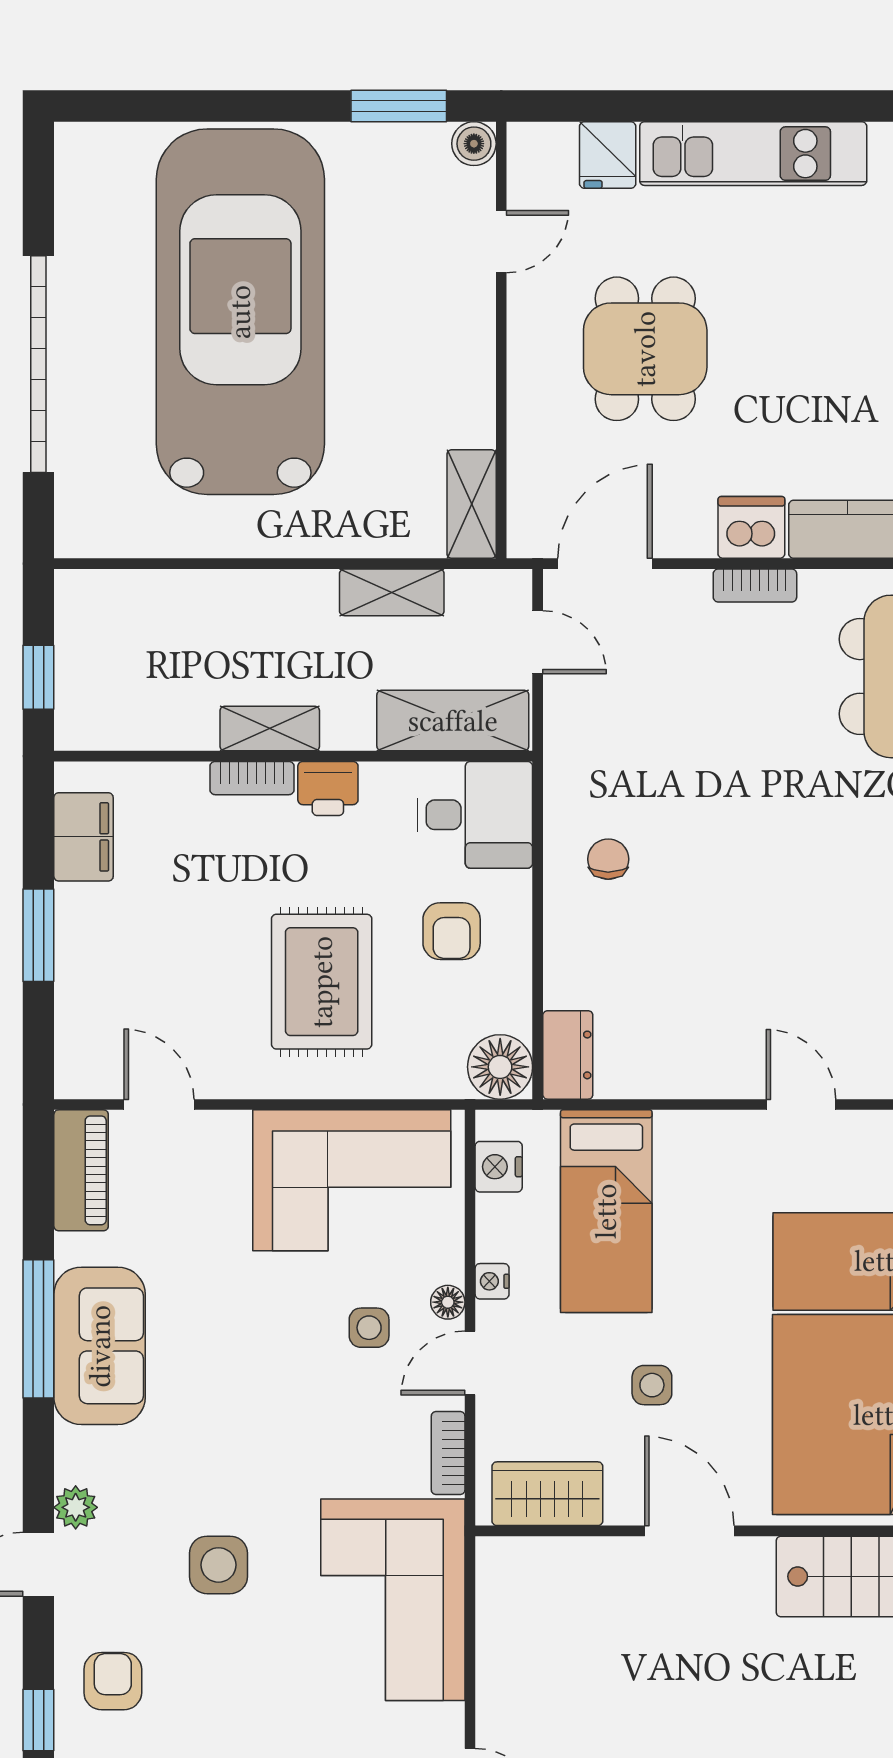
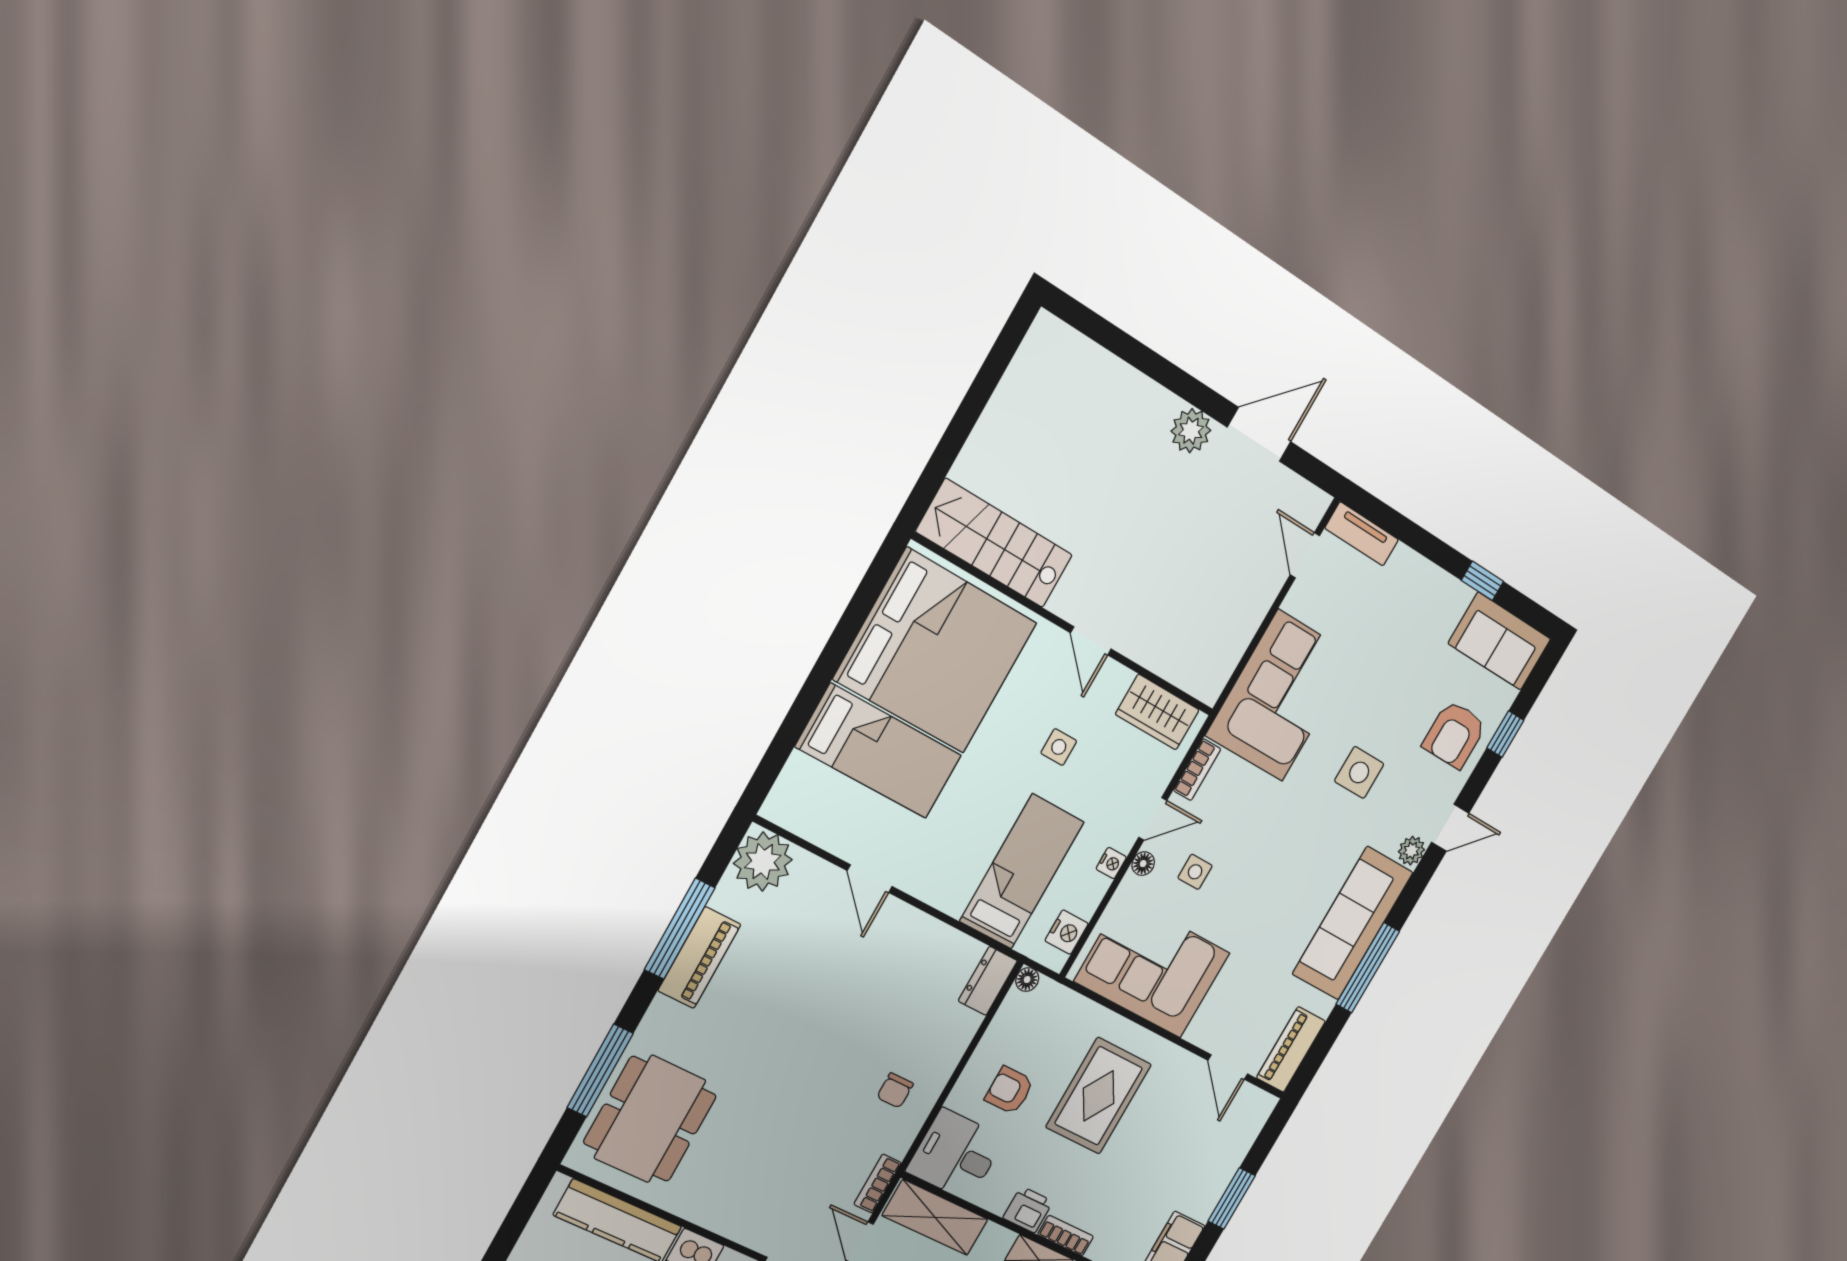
bookcase: (755, 585) -> (878, 1184), moved, turned -90
armchair: (452, 931) -> (1009, 1090), turned -90
floor lamp: (500, 1067) -> (1027, 980), width x0.53, depth x0.53
sofa: (100, 1346) -> (1353, 923), width x1.36
door: (689, 1531) -> (1091, 641), width x0.73
armchair: (113, 1681) -> (1454, 735), width x1.38, depth x1.38

